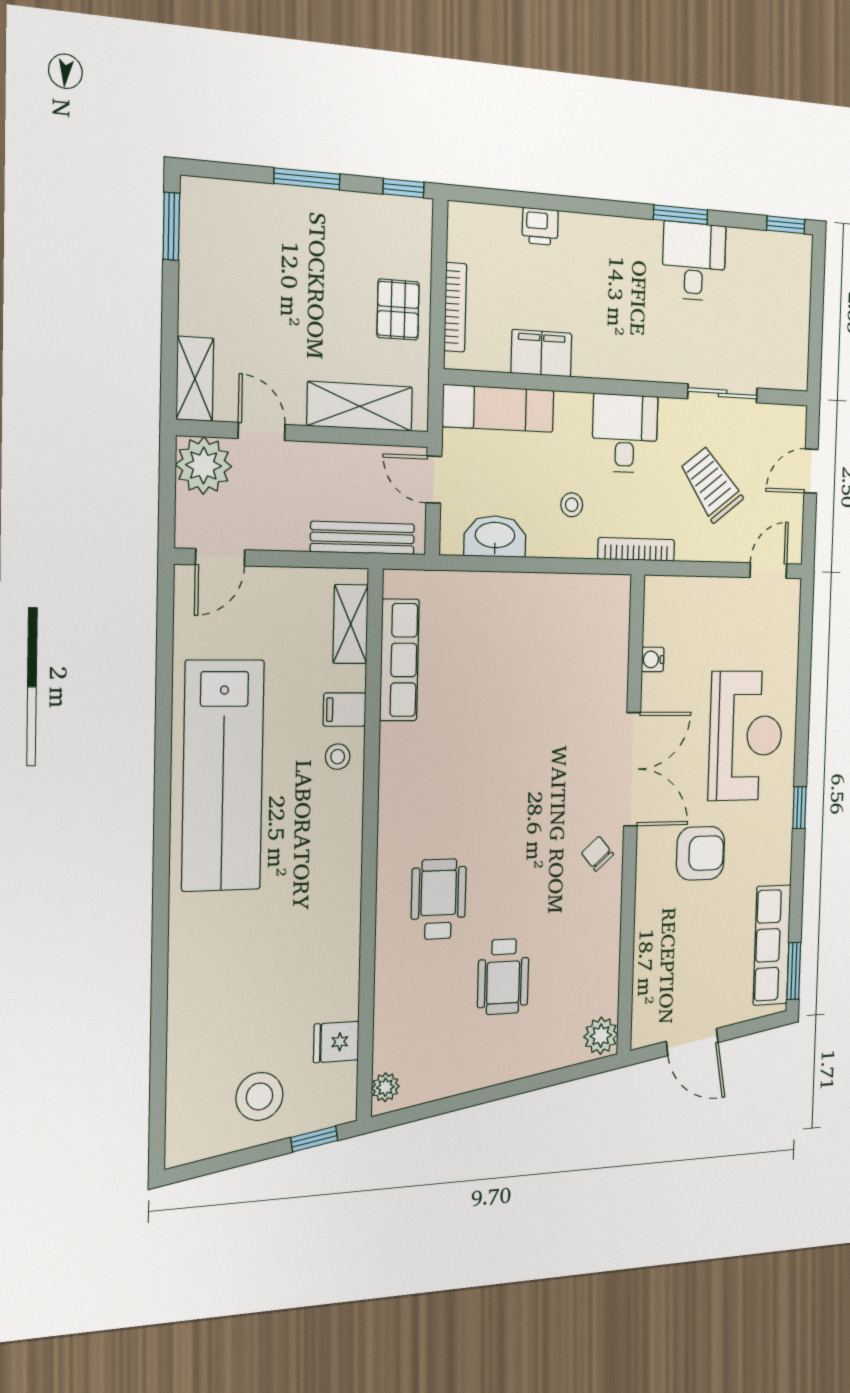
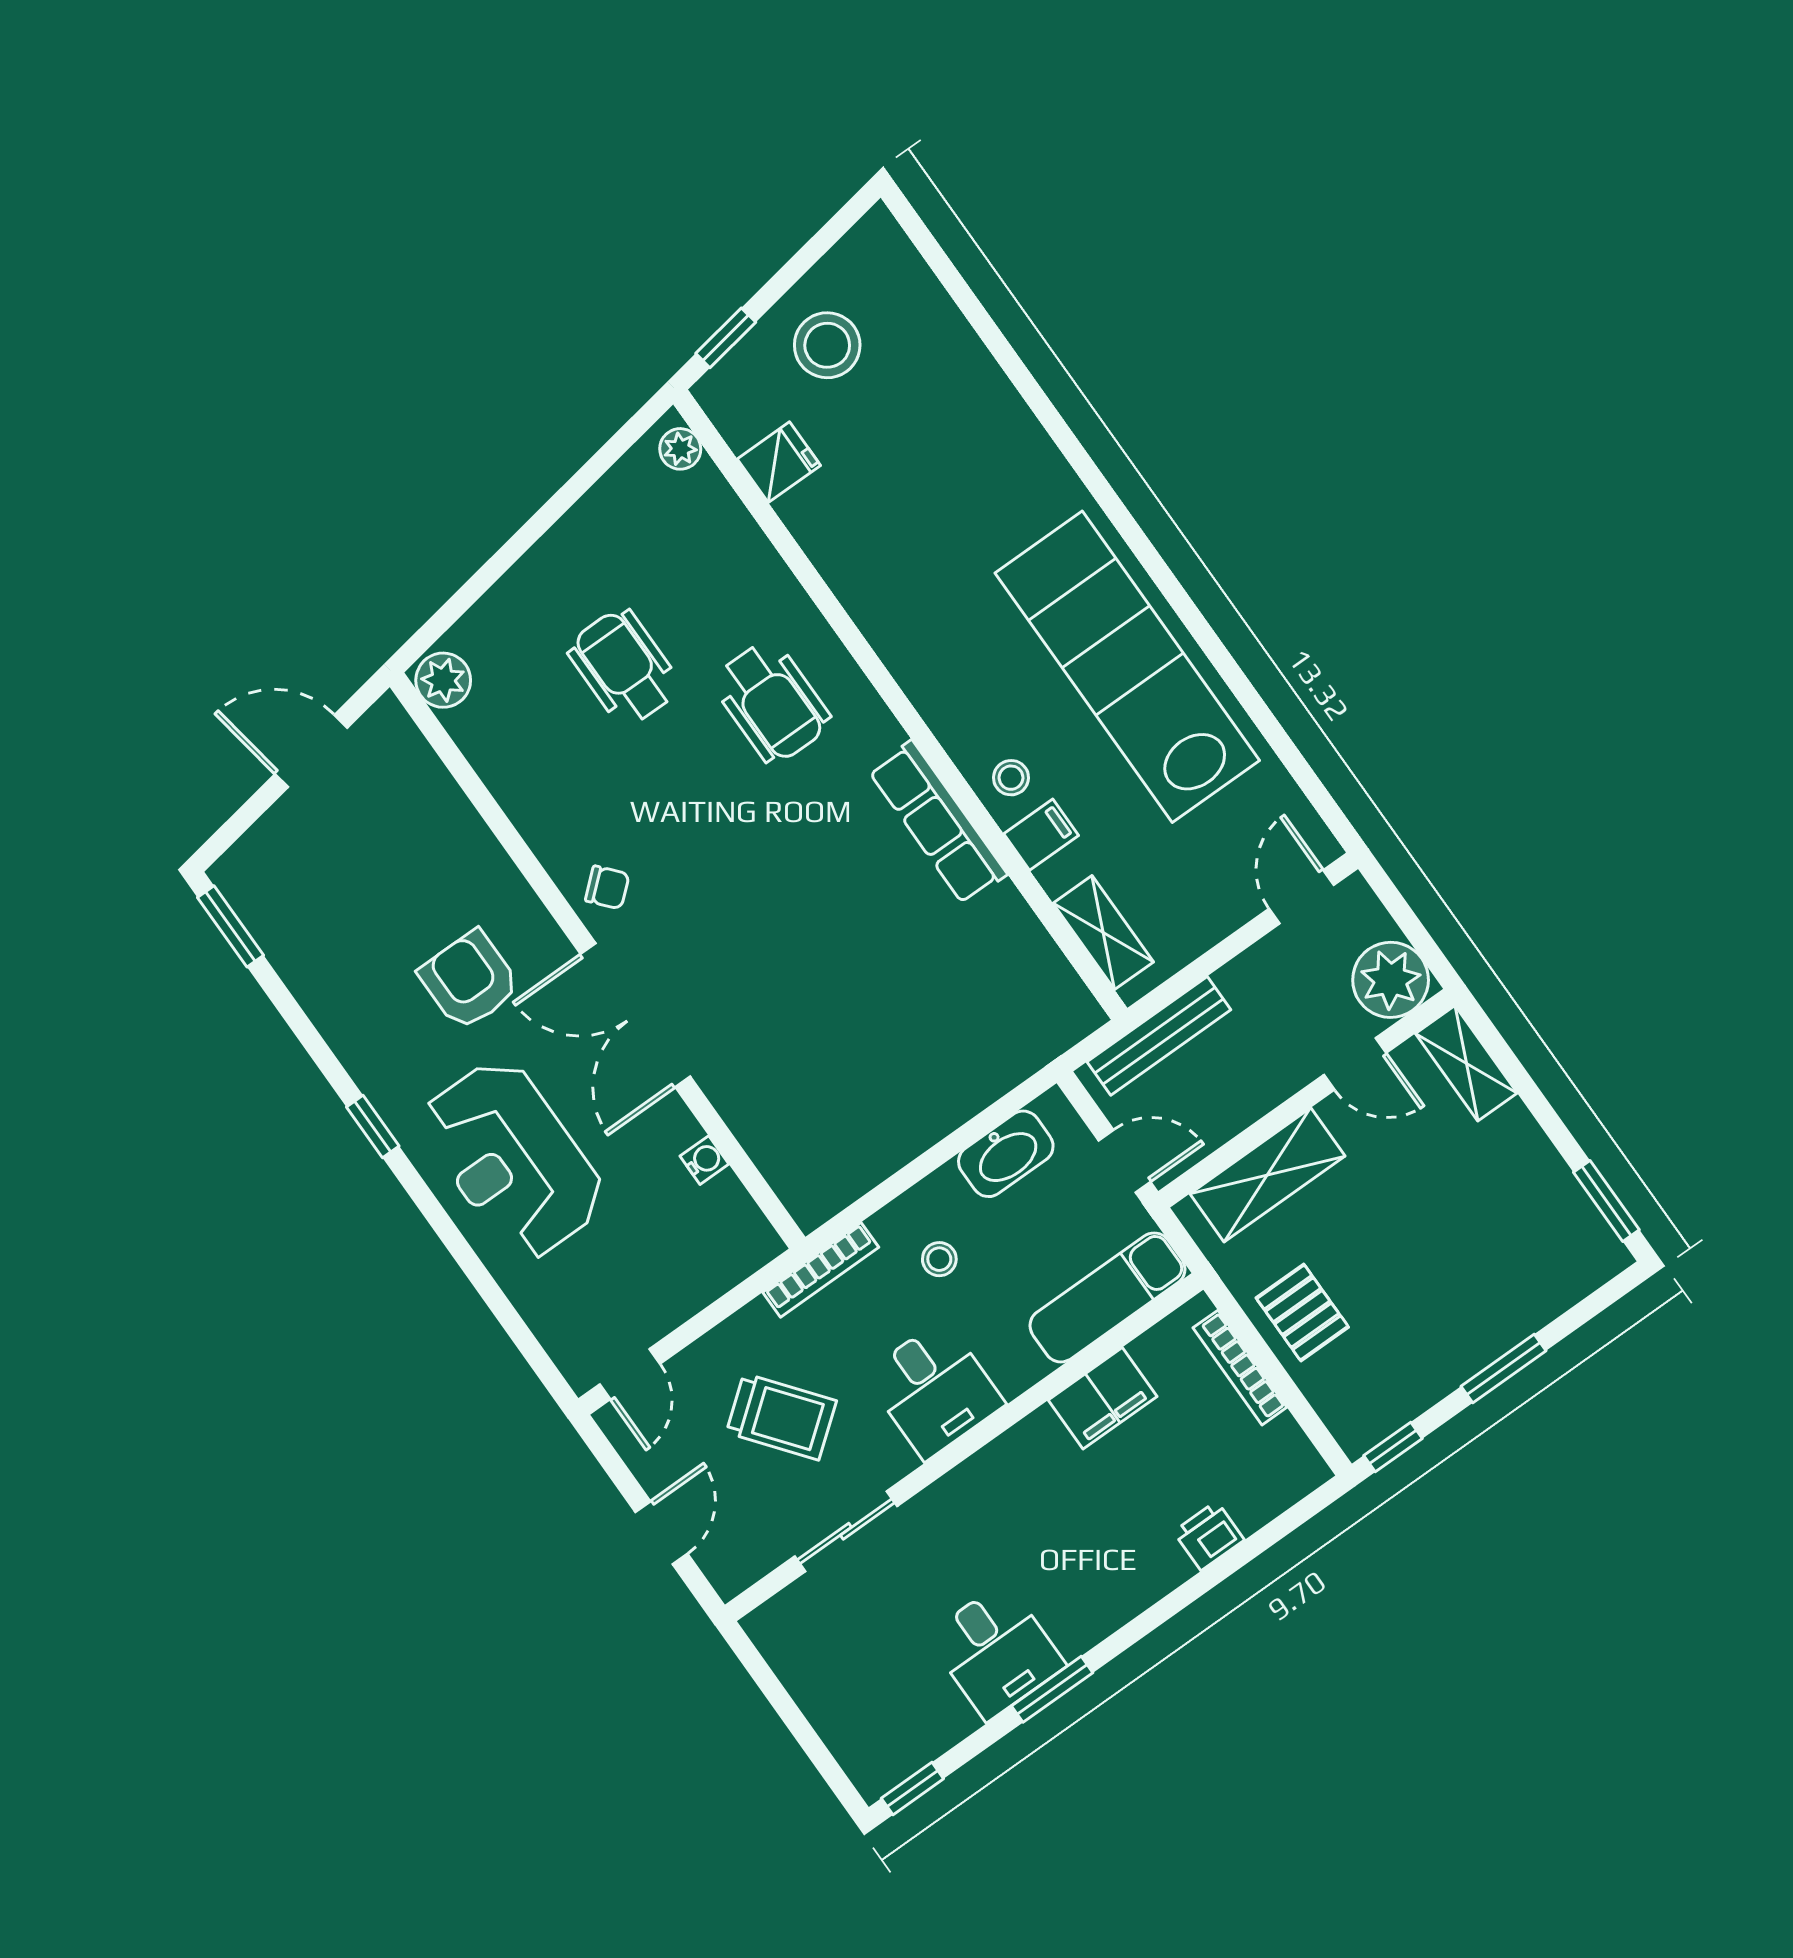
row of seats: (399, 660) -> (938, 822), moved
armchair: (701, 853) -> (469, 980), turned 90
row of seats: (772, 945) -> (286, 937), removed

